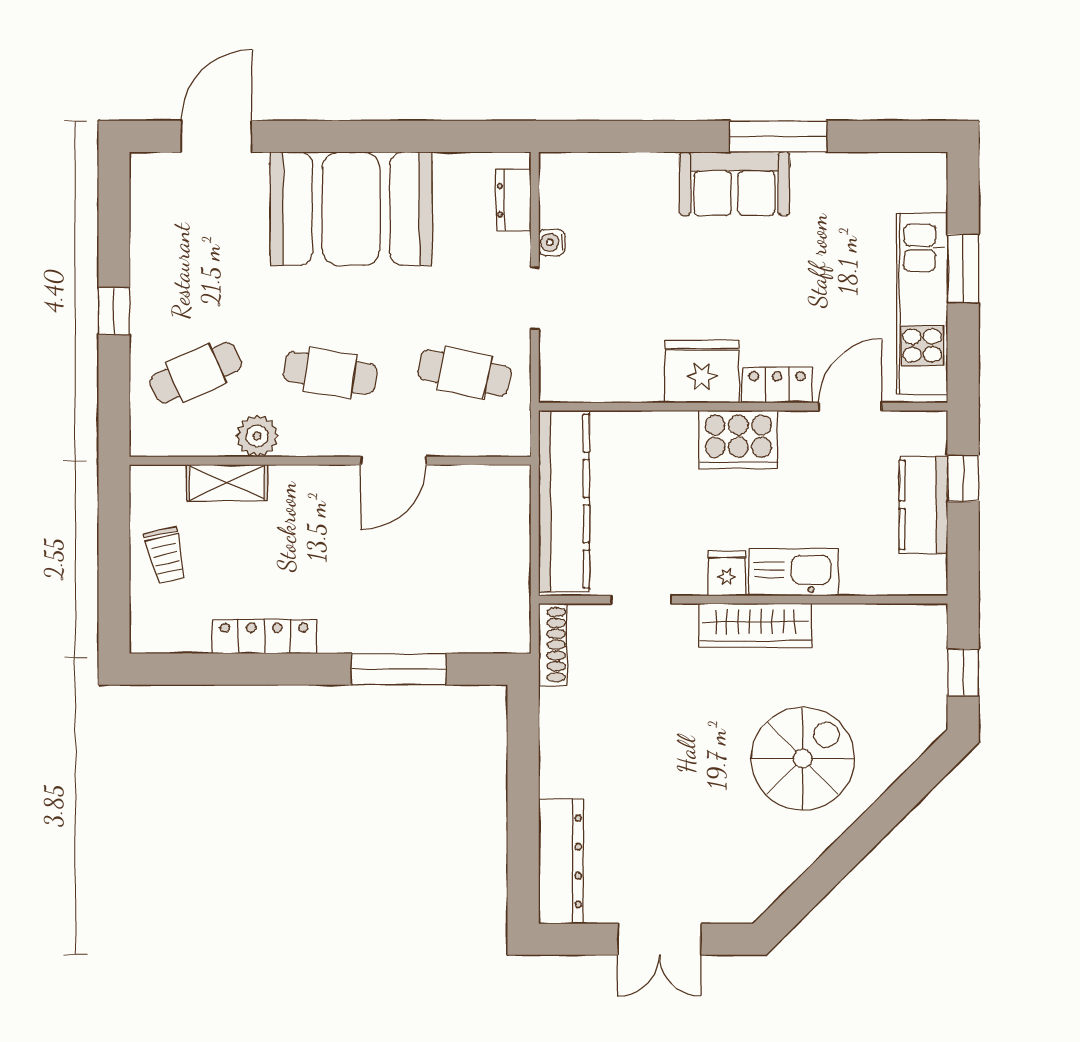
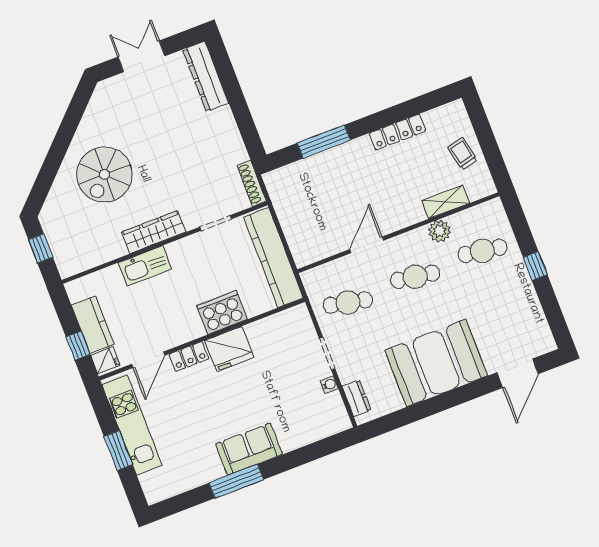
cafe table: (196, 373) -> (482, 251), turned 33
cooker: (738, 440) -> (222, 312), moved
fridge: (727, 573) -> (105, 360), moved, turned -90

